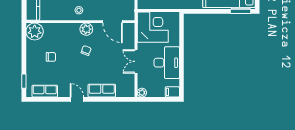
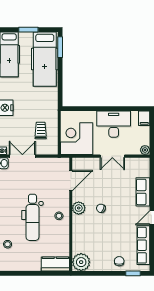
chair: (51, 57) -> (119, 261), moved
row of seats: (45, 91) -> (143, 245), width x1.48

